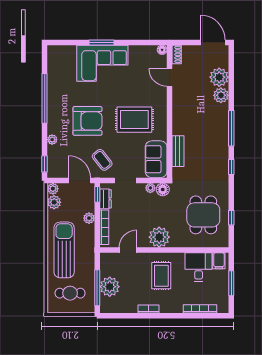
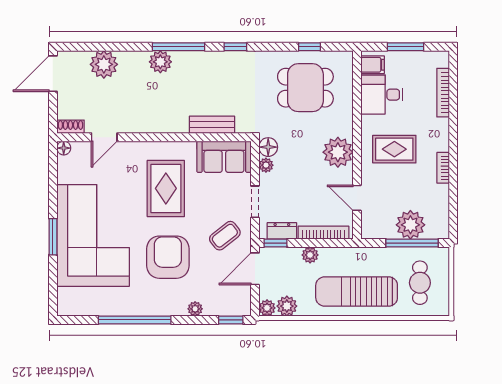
corner sofa: (102, 63) -> (93, 235), width x1.36, depth x1.36
plant: (221, 95) -> (160, 62), moved

